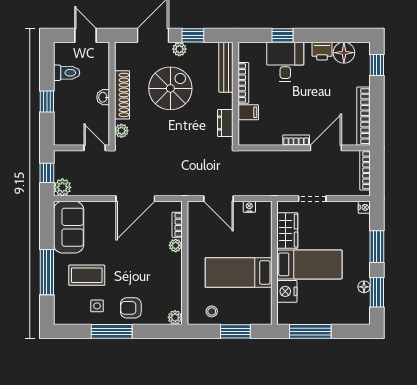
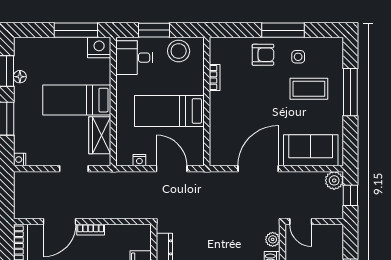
bookcase: (365, 170) -> (19, 198), removed
bookcase: (177, 225) -> (215, 77), moved
sofa: (69, 227) -> (311, 150), moved, turned 90
plant: (176, 245) -> (216, 120), removed
bed: (239, 272) -> (169, 111), moved, turned 180
nightstand: (287, 291) -> (99, 48), moved, turned -90
desk: (254, 305) -> (134, 58), added
stool: (212, 311) -> (179, 51), width x1.89, depth x1.89
plant: (175, 317) -> (217, 45), removed

